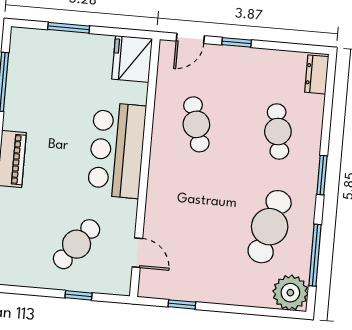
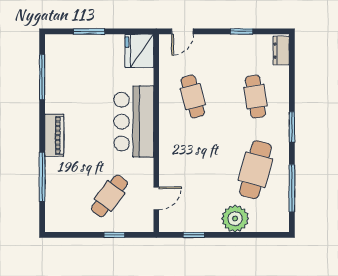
window: (237, 42) -> (242, 31), moved
door: (137, 253) -> (156, 198), hinge flipped
plant: (290, 293) -> (235, 219), moved

